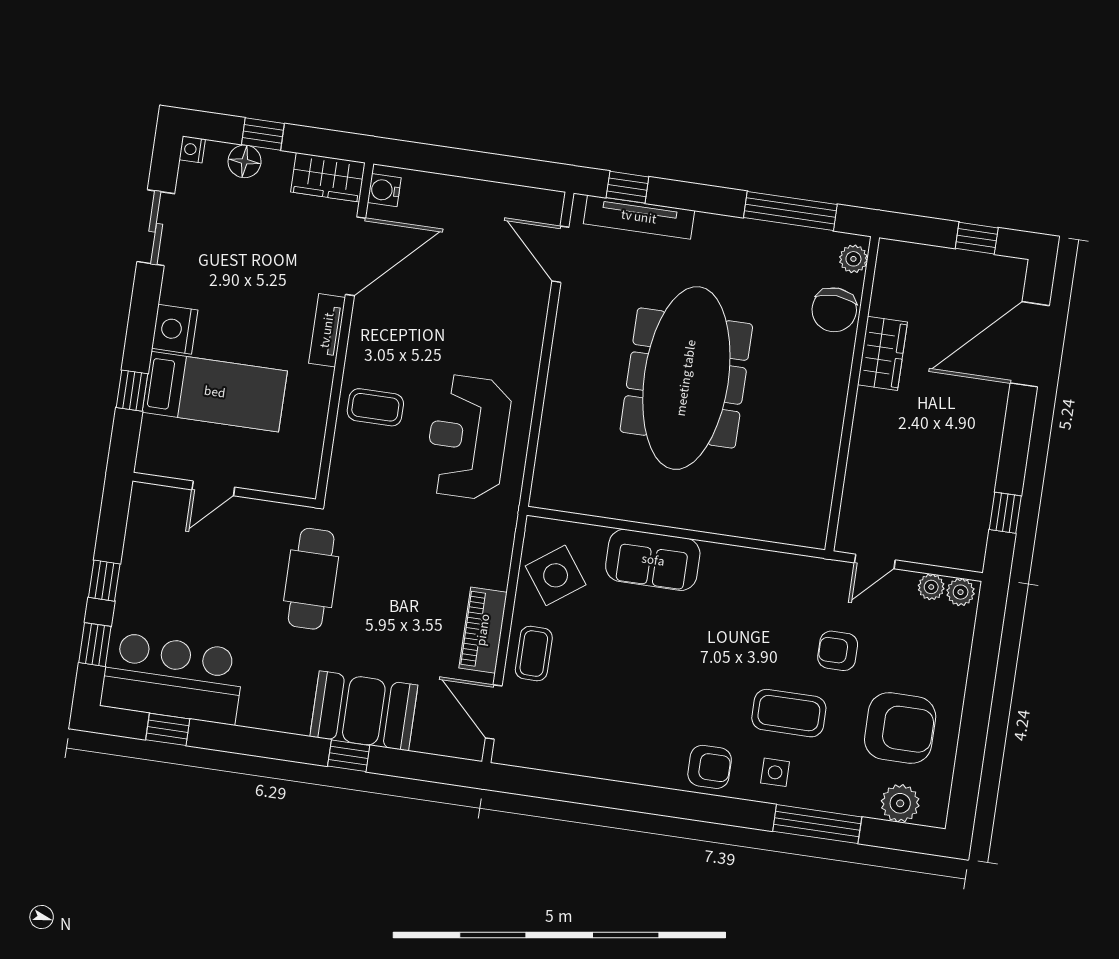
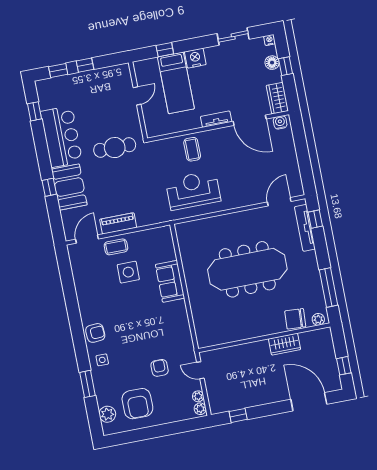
door: (213, 488) -> (137, 96), swing flipped
side table: (556, 575) -> (128, 272), moved, turned 36
bar counter: (172, 678) -> (61, 137), moved
coffee table: (789, 713) -> (128, 357), removed
armchair: (710, 767) -> (95, 333), turned -94
window: (817, 824) -> (87, 384), width x0.69

